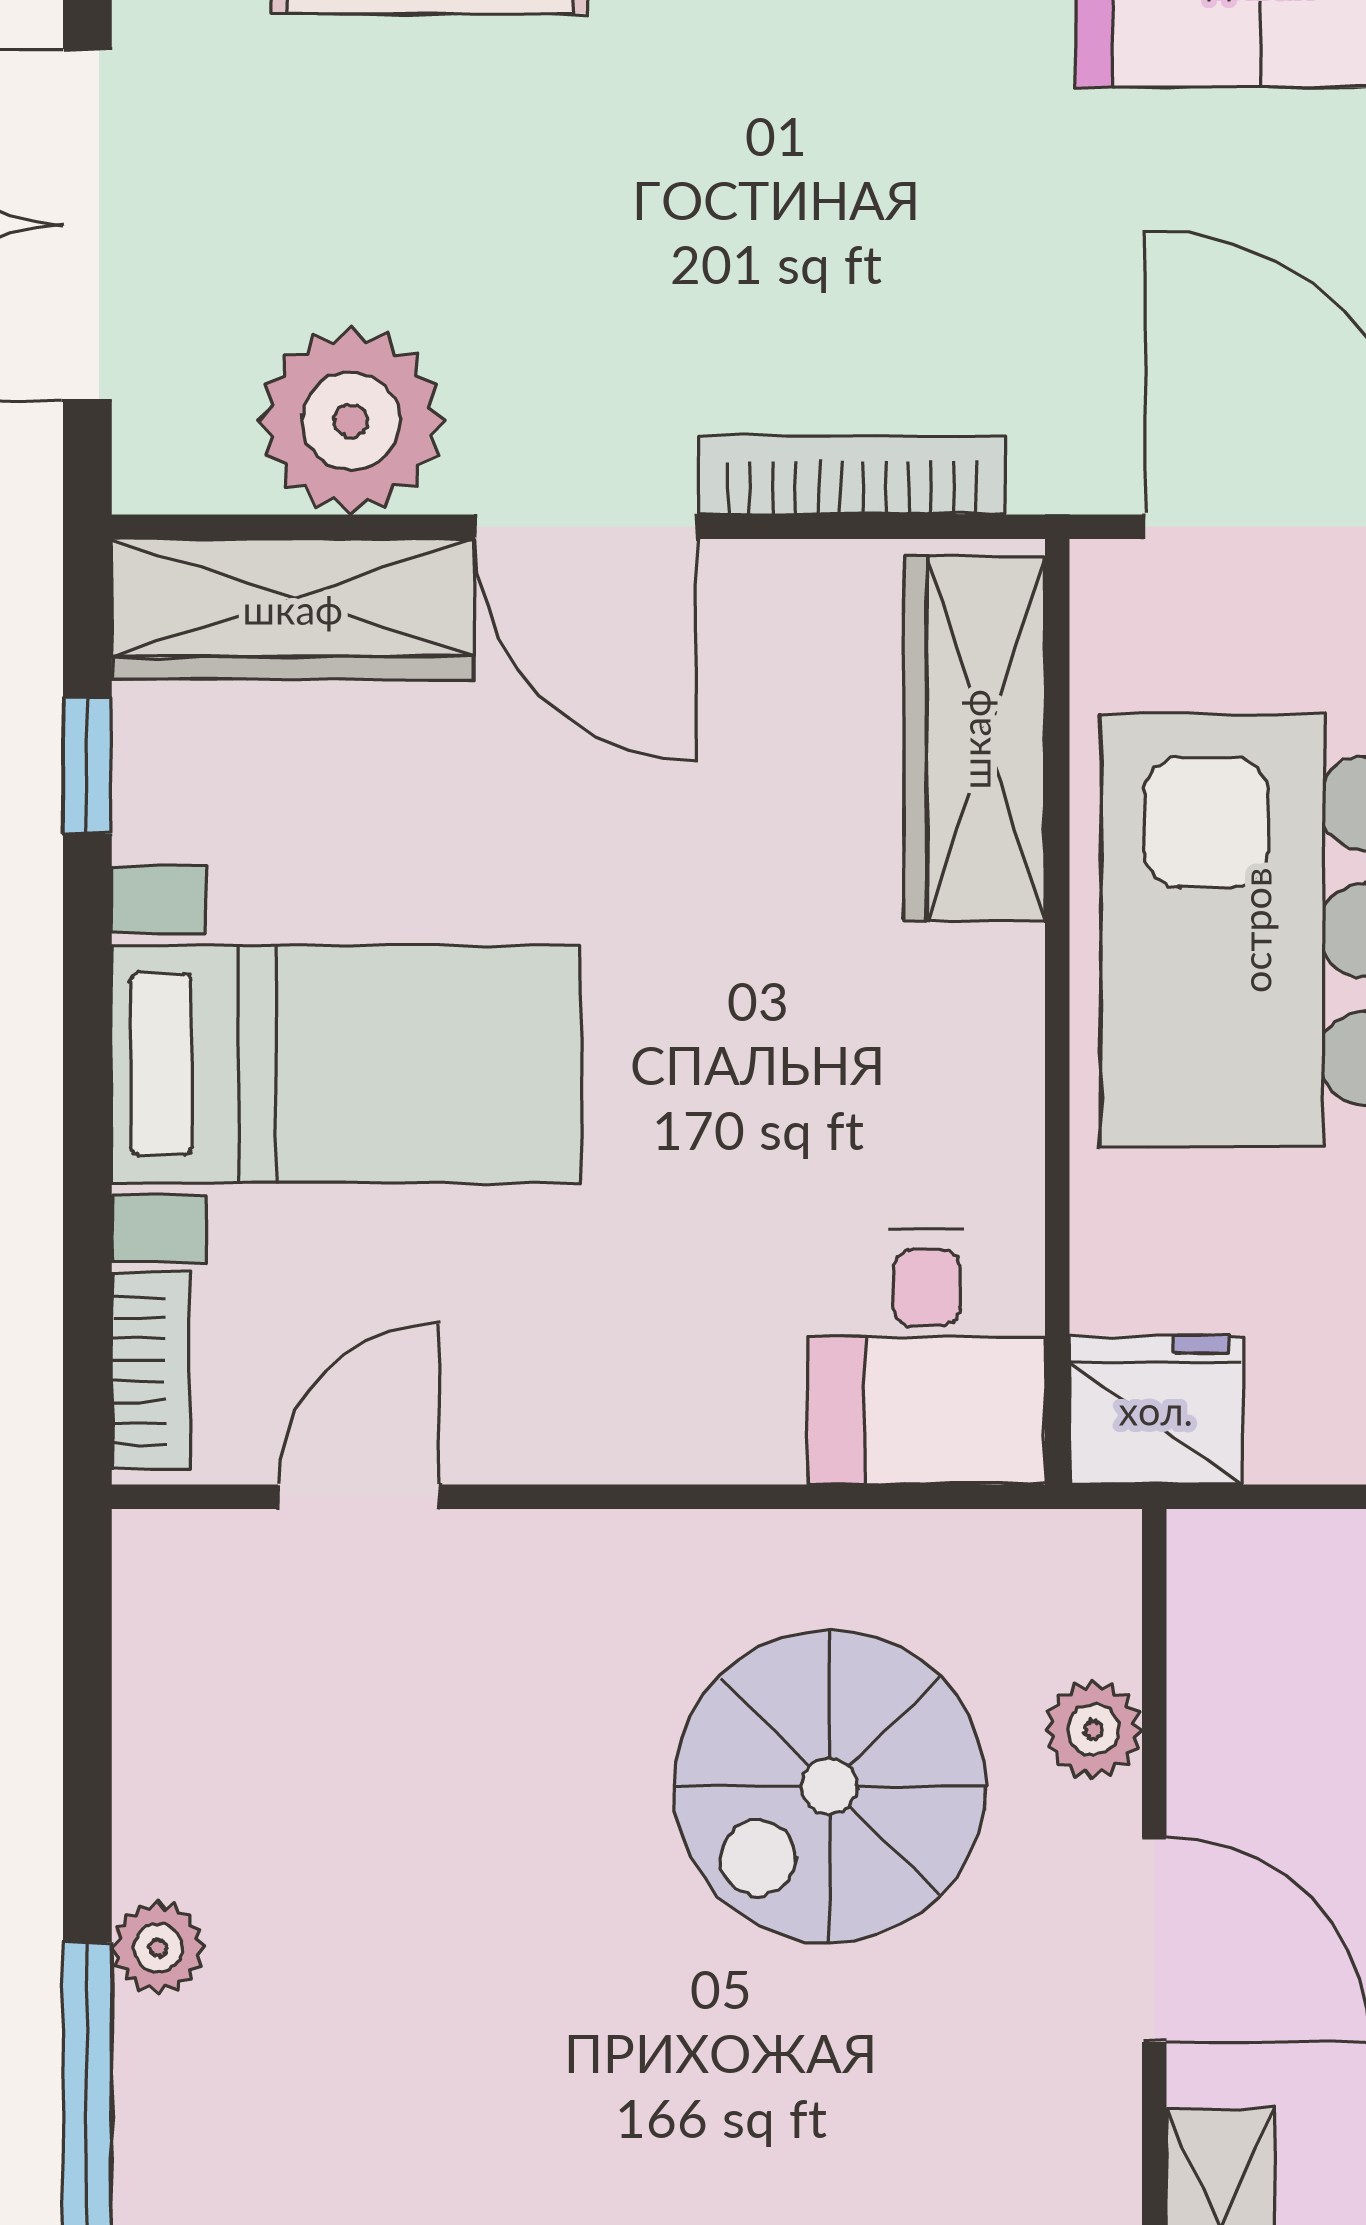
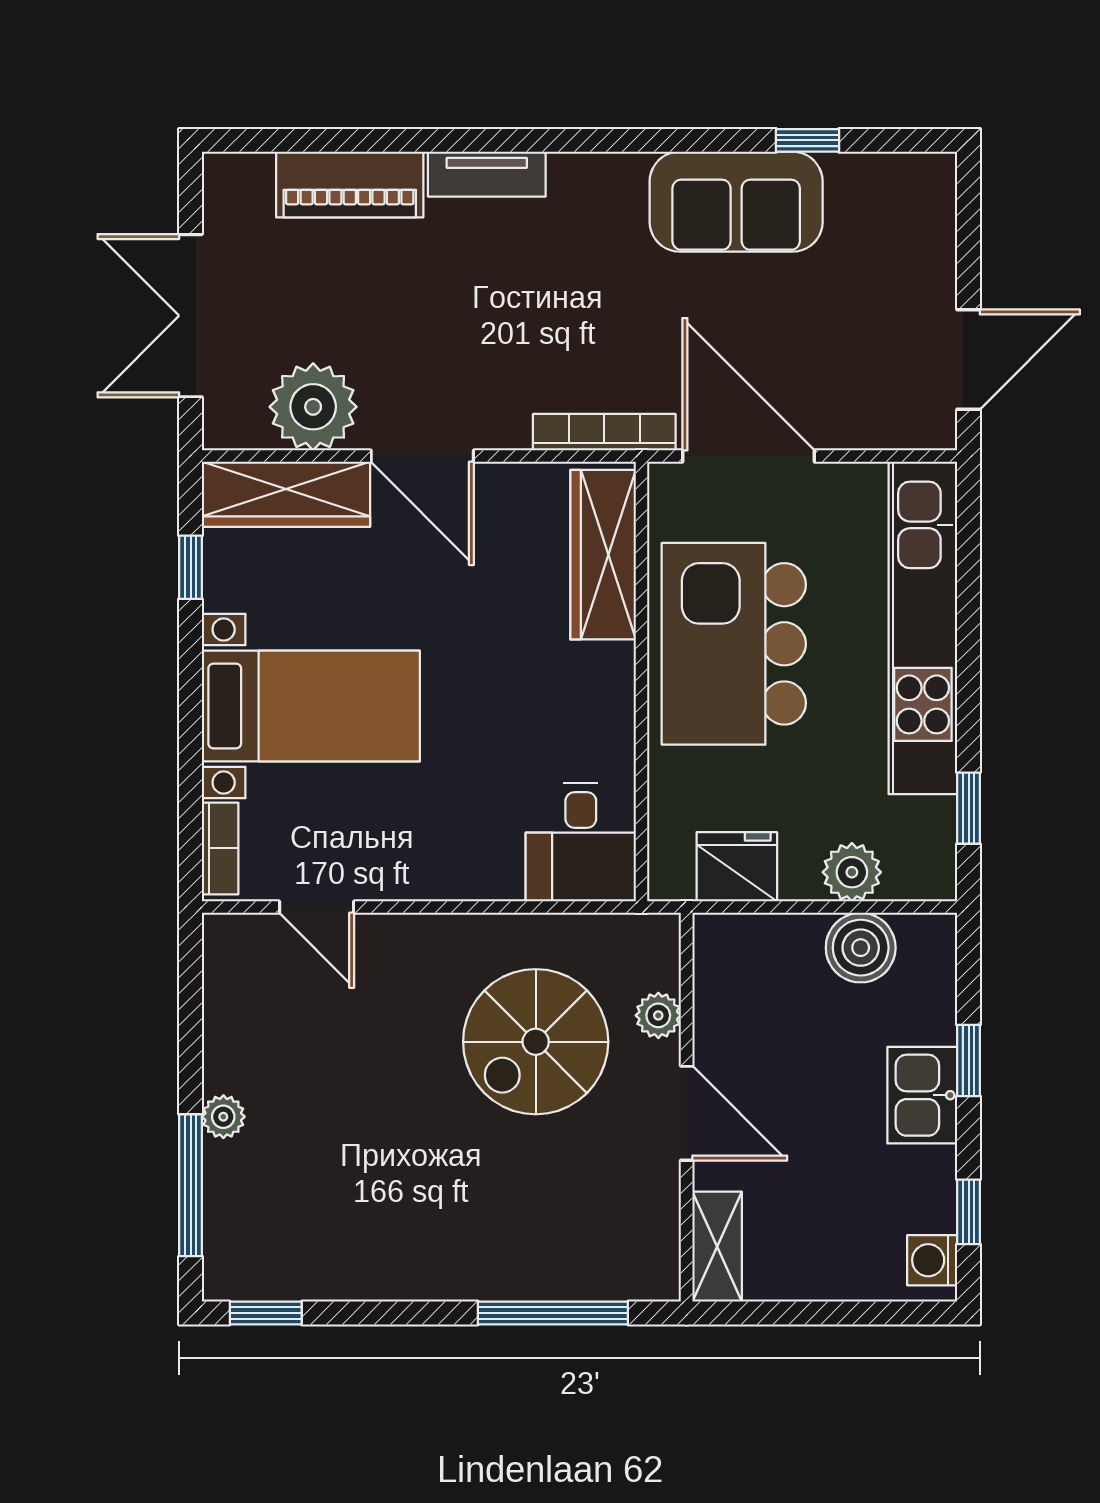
bookcase: (852, 475) -> (604, 432), moved
fridge: (1156, 1410) -> (737, 867), moved
door: (359, 1497) -> (317, 907), swing flipped

